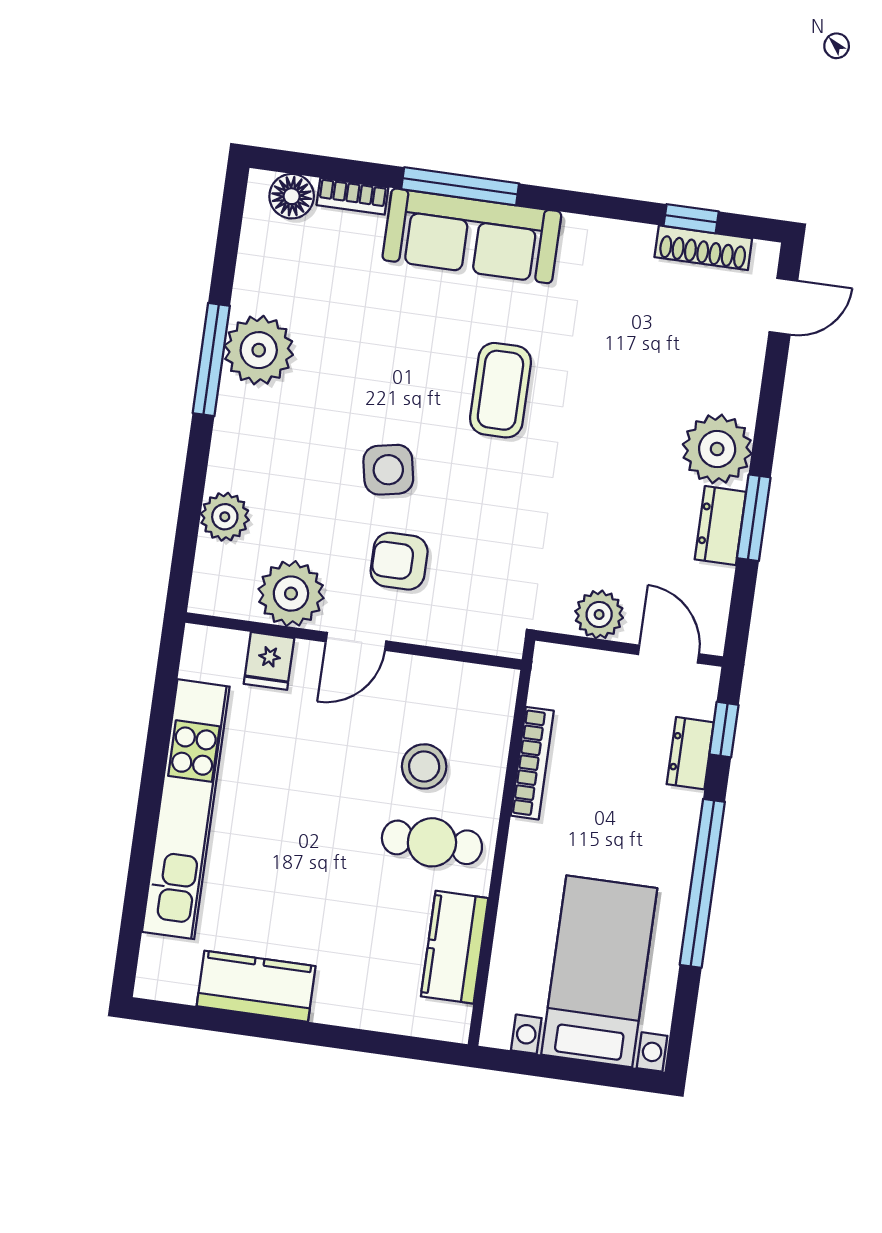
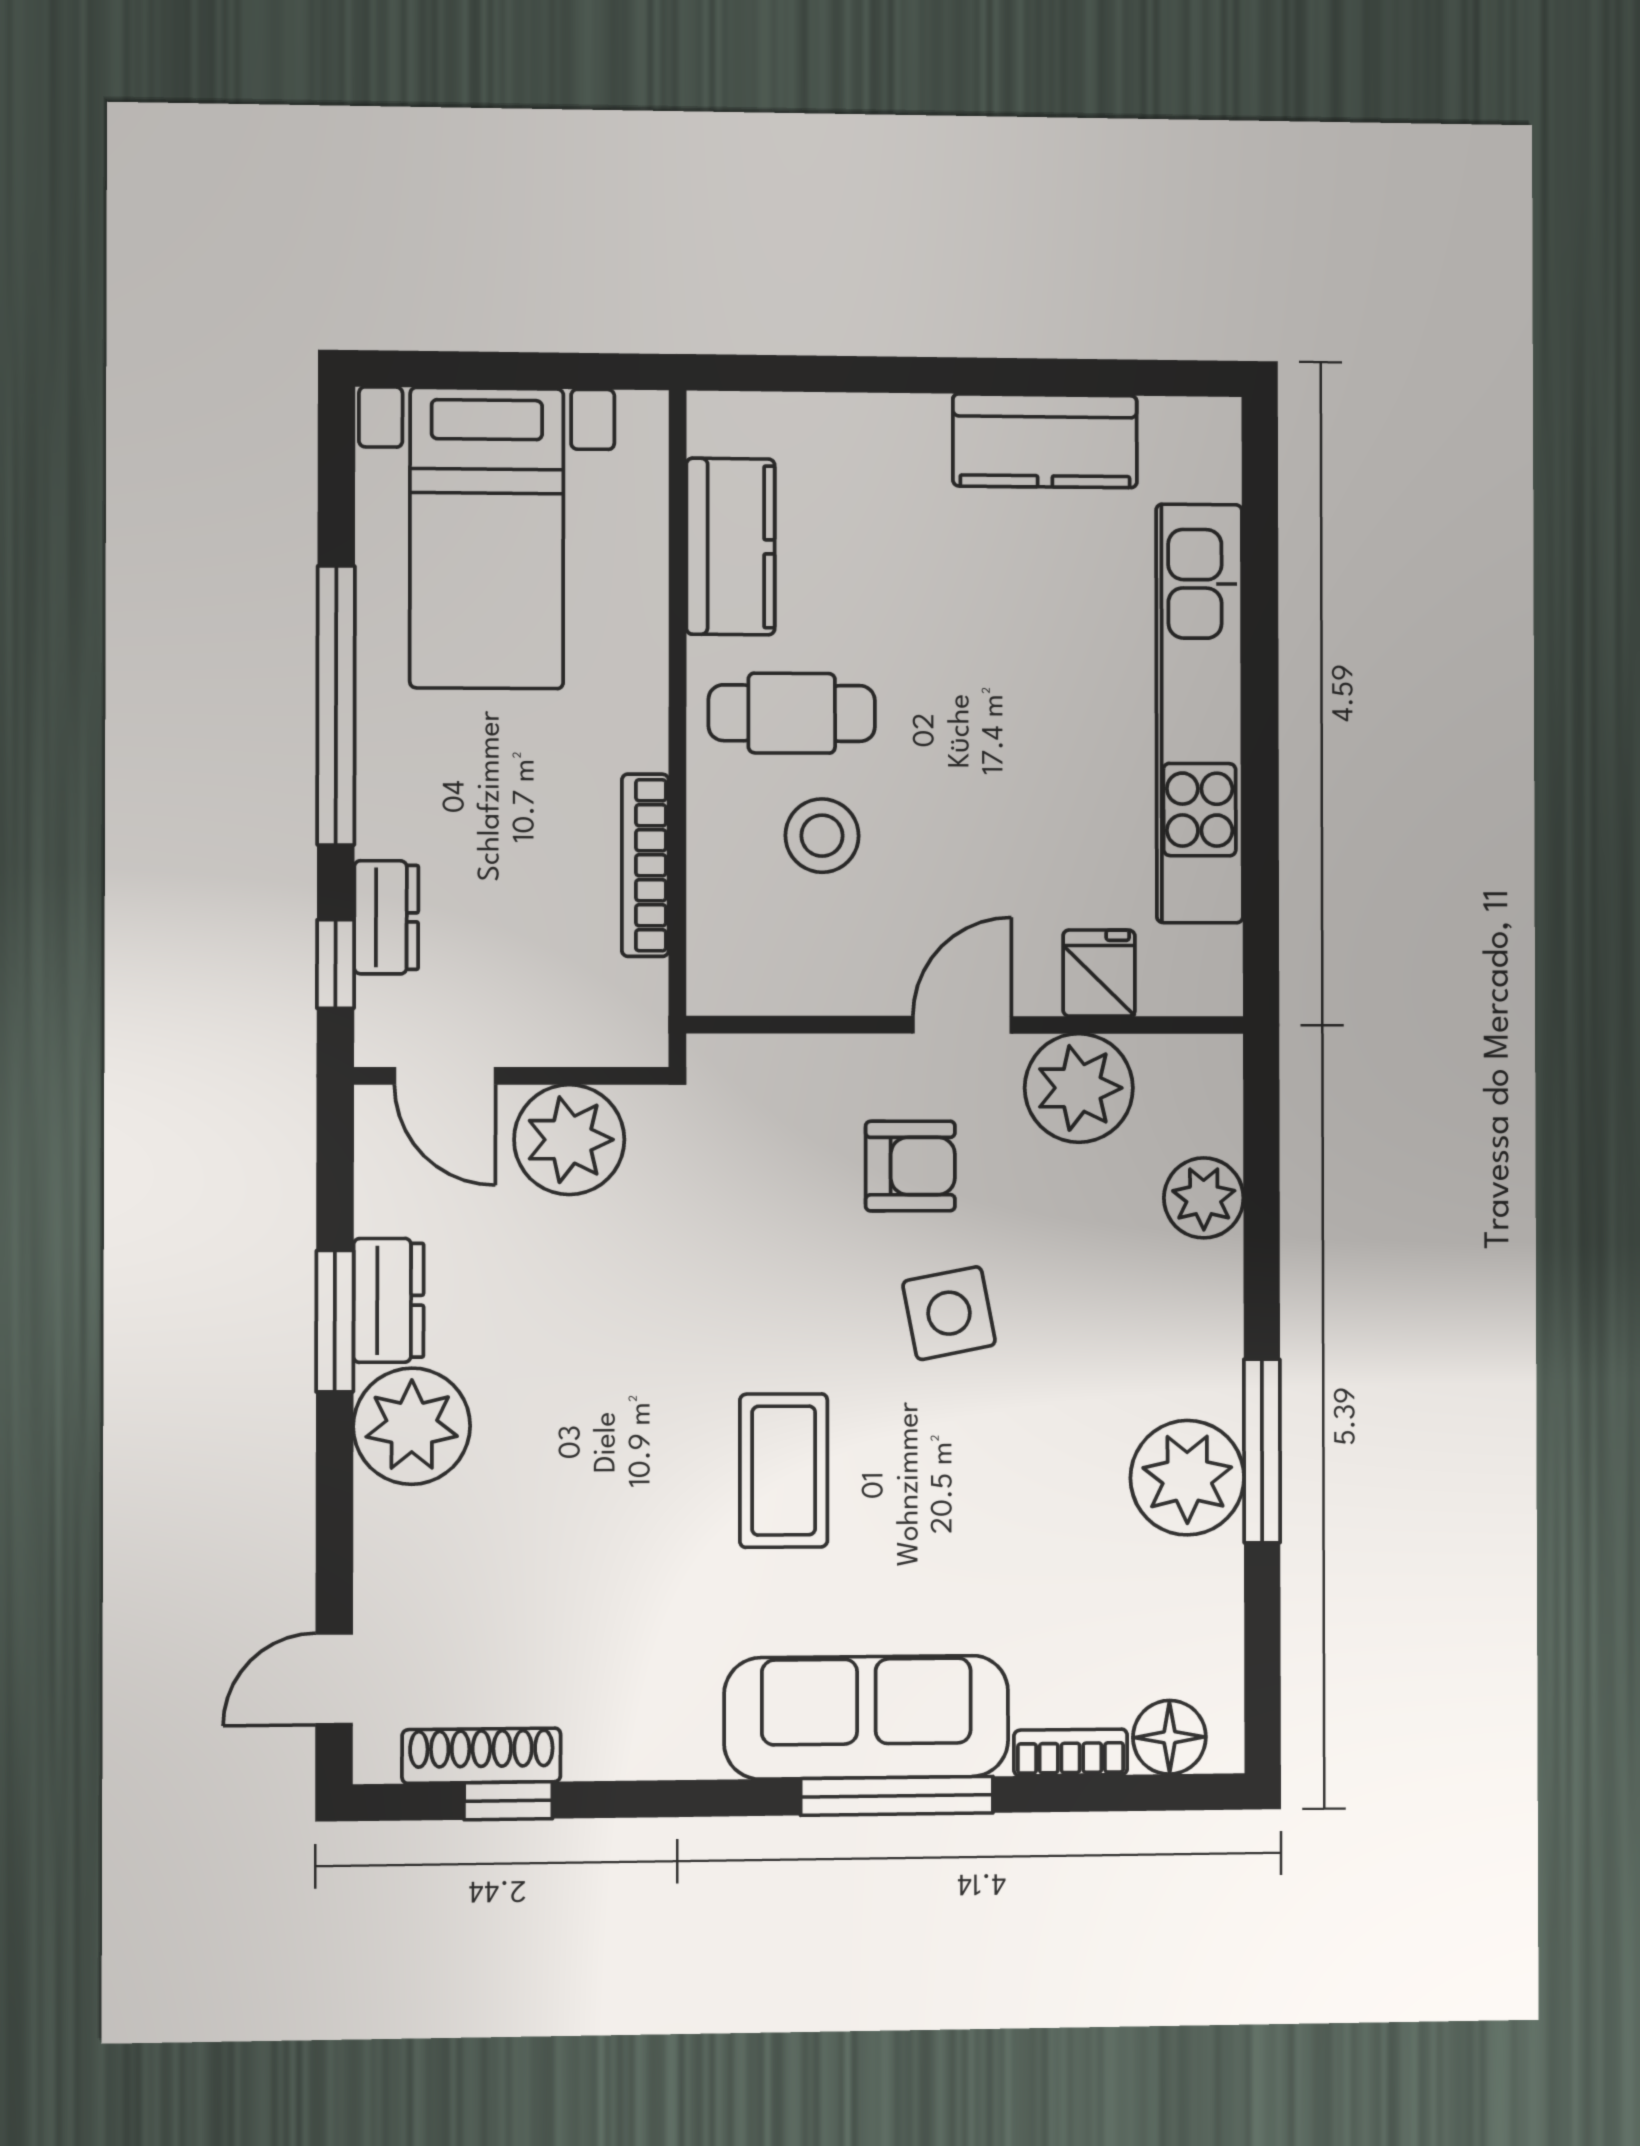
plant: (599, 614) -> (569, 1140), width x1.36, depth x1.36

